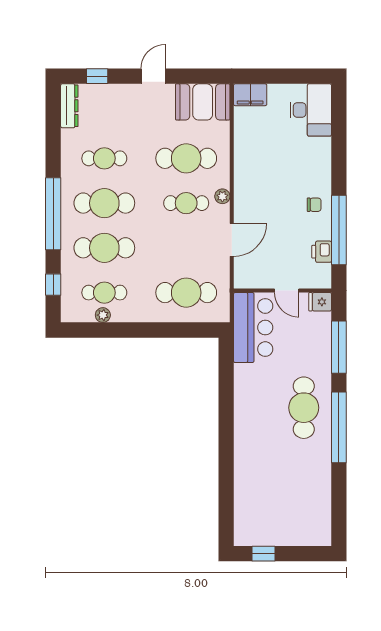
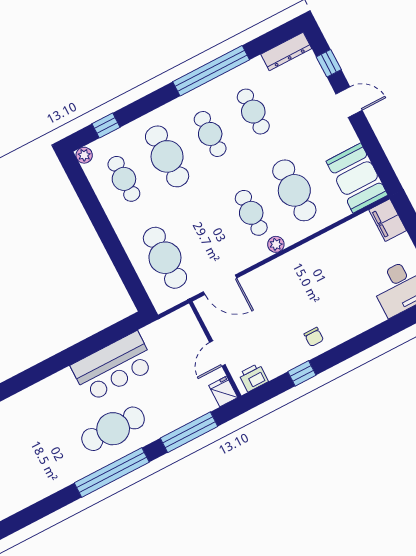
door: (153, 76) -> (349, 102), moved
cafe table: (104, 203) -> (210, 134), width x0.73, depth x0.74
window: (53, 214) -> (211, 71), moved
window: (339, 230) -> (302, 373), width x0.32
door: (232, 240) -> (220, 285), moved
printer: (322, 252) -> (253, 377), moved
plant: (103, 315) -> (84, 155), moved
bar counter: (253, 328) -> (113, 367), moved

